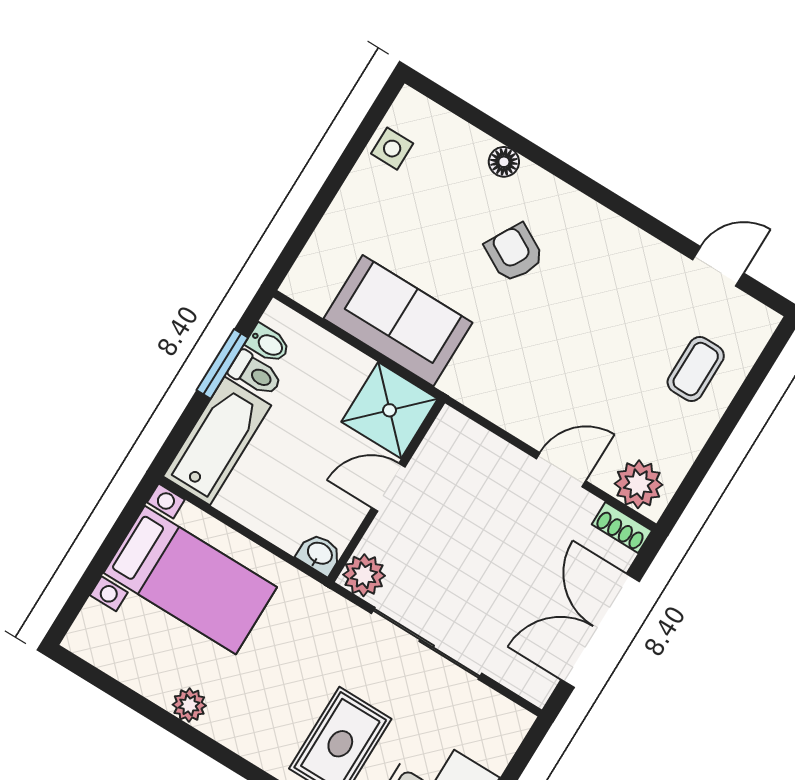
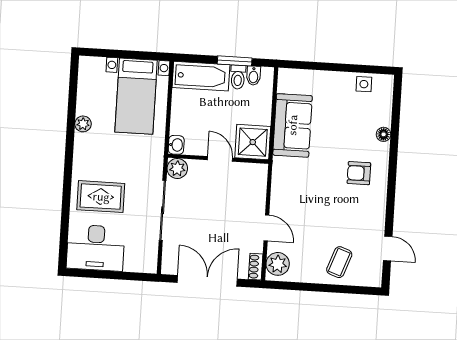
armchair: (514, 253) -> (359, 173), moved, turned -119
coffee table: (696, 369) -> (339, 262), turned -70

